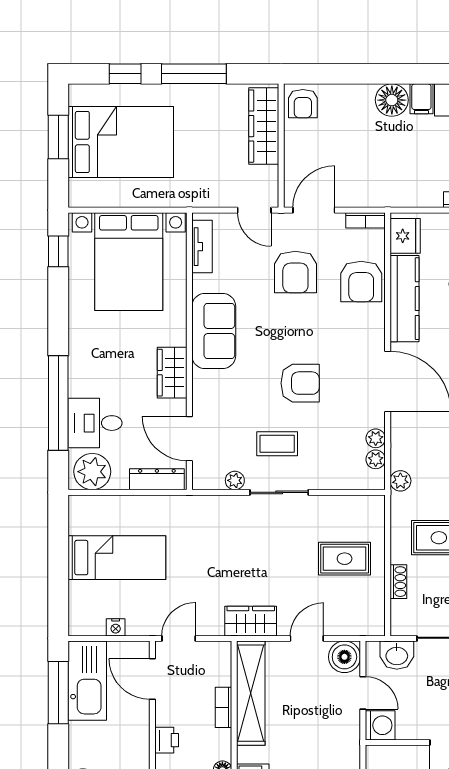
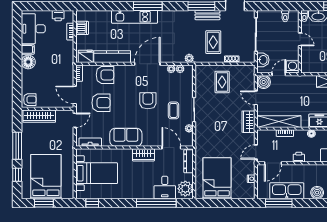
bed with nightstands: (129, 262) -> (97, 173), width x0.73
door: (189, 439) -> (171, 148), swing flipped
bed: (117, 558) -> (217, 178), width x1.50
door: (179, 638) -> (256, 152), hinge flipped
kitchen sink: (87, 681) -> (287, 191), moved

